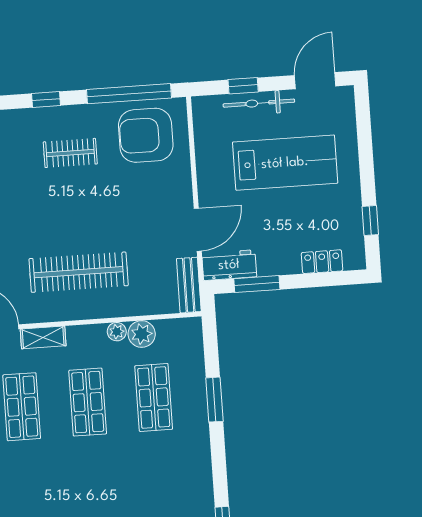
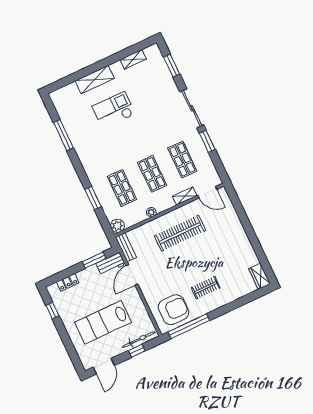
window: (46, 100) -> (227, 308), removed
bicycle: (259, 103) -> (139, 340), moved
plant: (142, 334) -> (118, 226), moved

